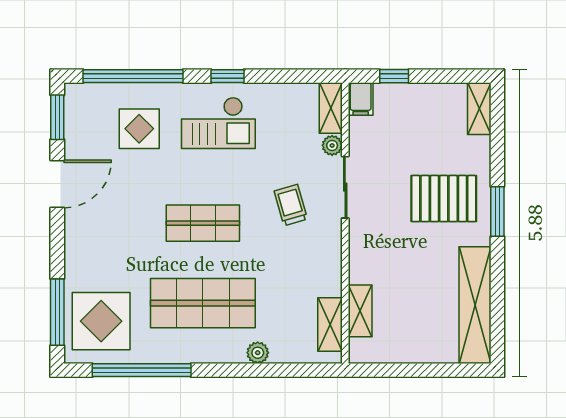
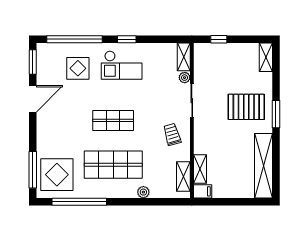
filing cabinet: (361, 99) -> (203, 191), moved, turned -90
trolley: (291, 205) -> (172, 134), moved

